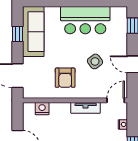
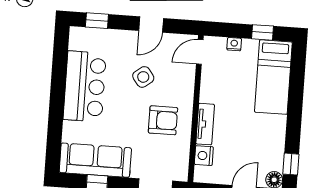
door: (116, 100) -> (200, 52), hinge flipped
tv unit: (86, 108) -> (205, 124), moved

